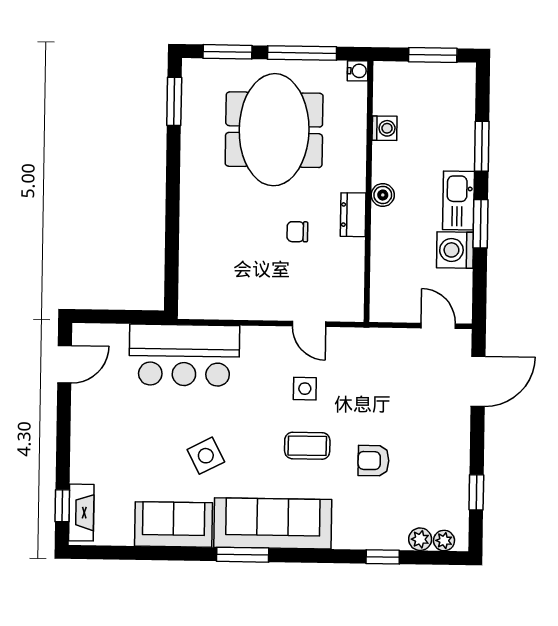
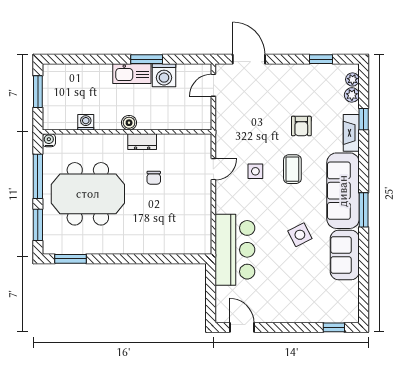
window: (482, 146) -> (96, 59), removed
fireplace: (81, 513) -> (351, 133), moved, turned -90

